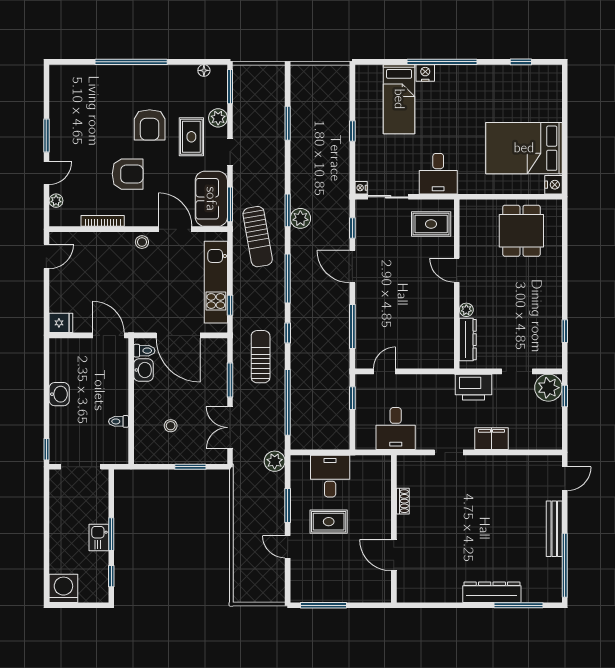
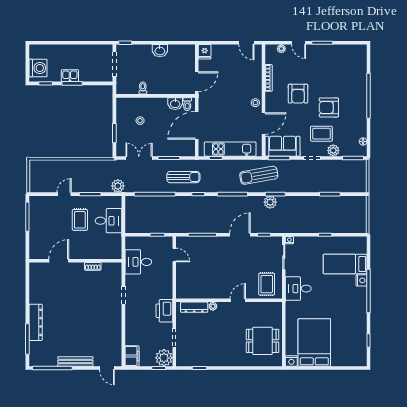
filing cabinet: (492, 439) -> (132, 356), moved
washing machine: (63, 588) -> (38, 68), moved

